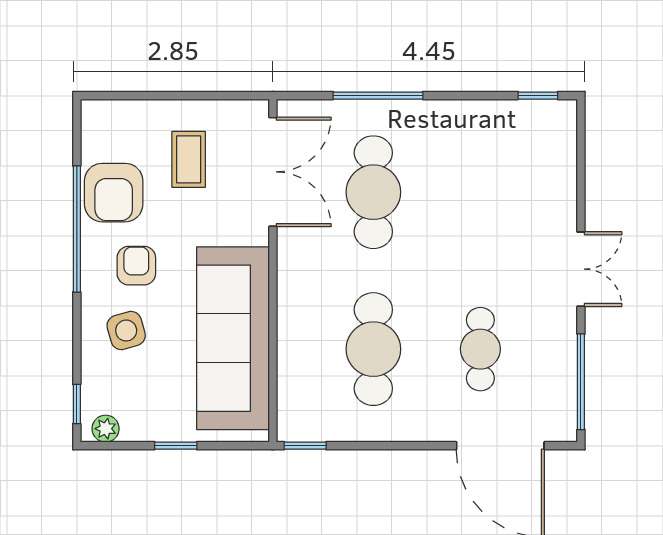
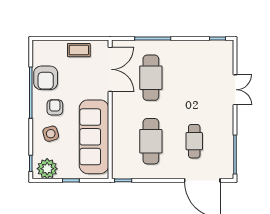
coffee table: (189, 159) -> (79, 50), moved, turned 90
double door: (581, 269) -> (235, 90), moved
plant: (106, 429) -> (47, 169), width x1.88, depth x1.88

